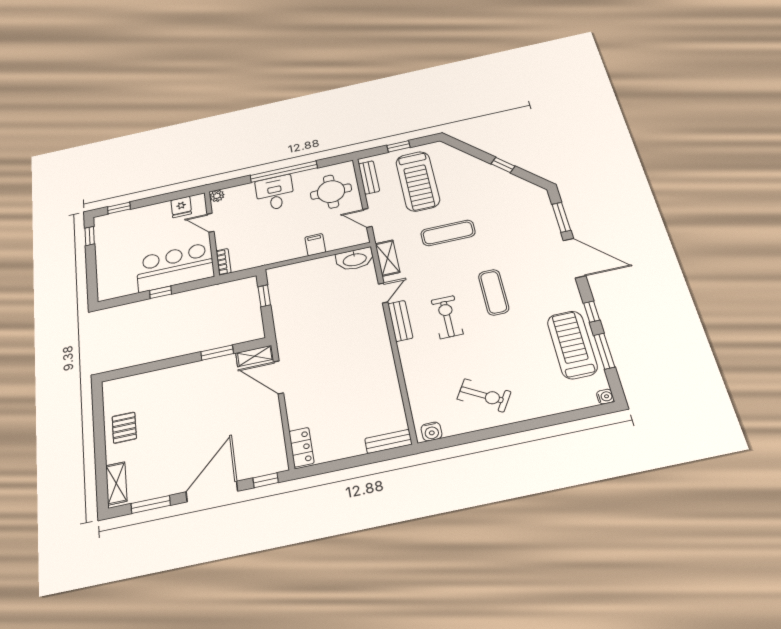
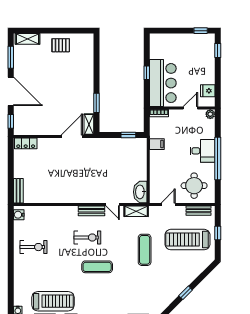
filing cabinet: (315, 245) -> (157, 144), moved
exercise bike: (484, 395) -> (34, 247), turned -121

